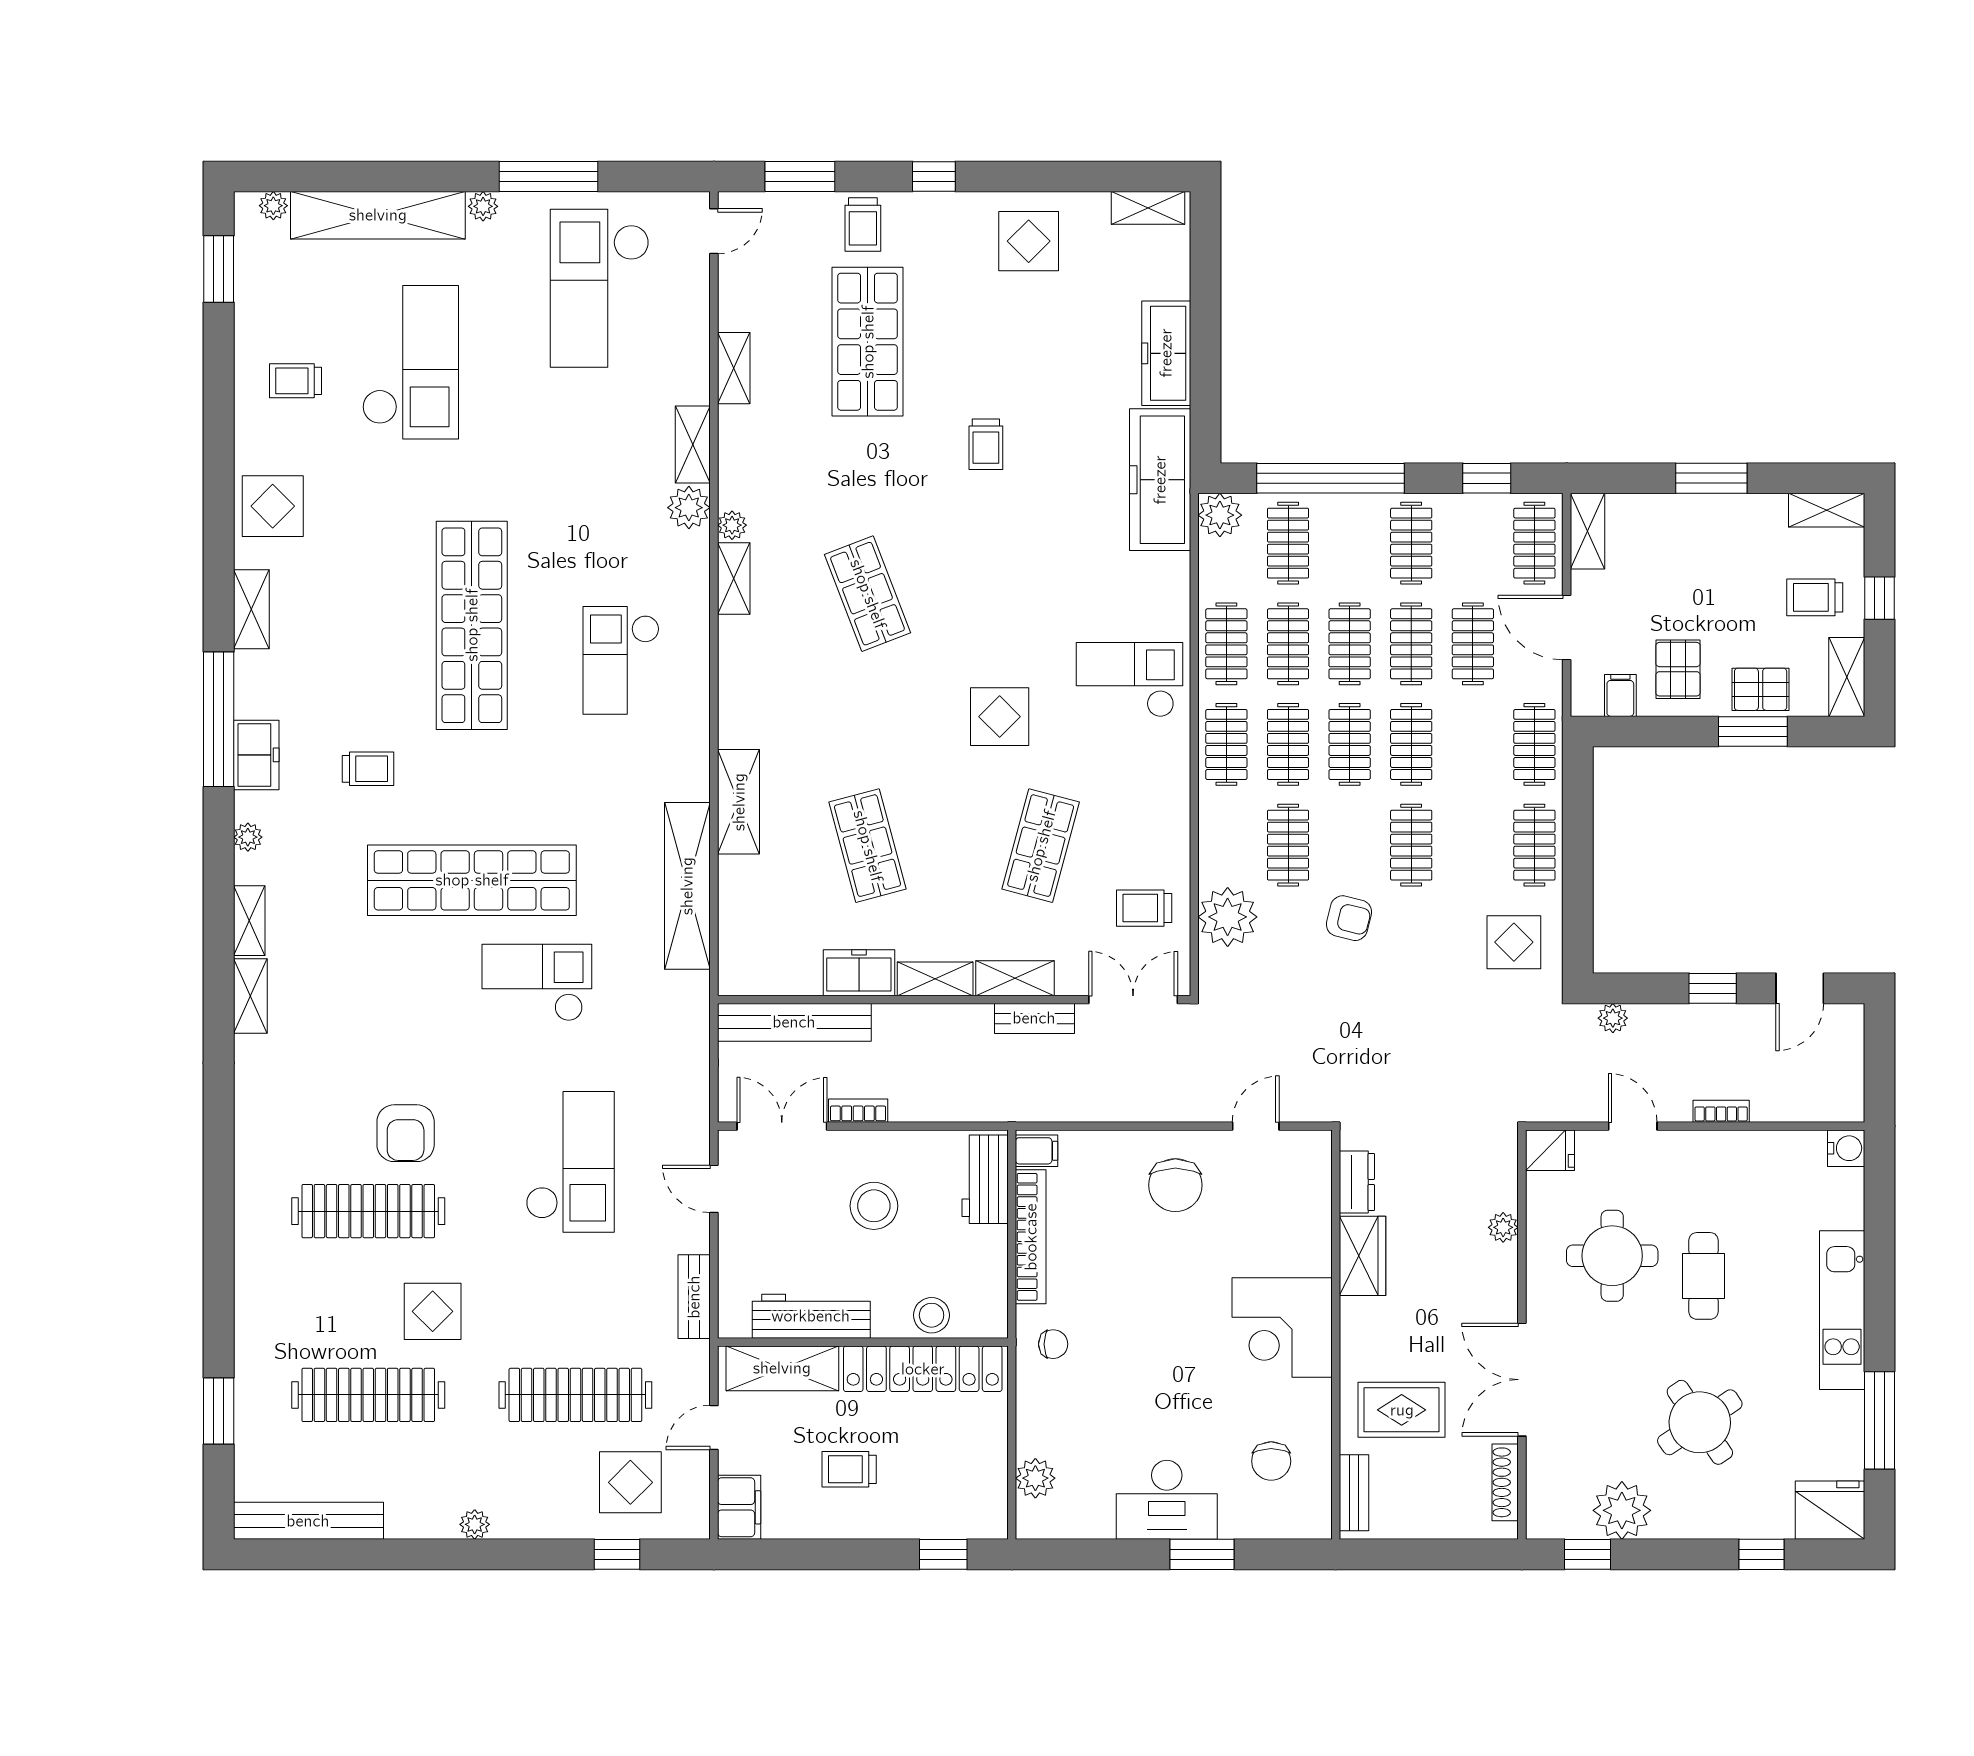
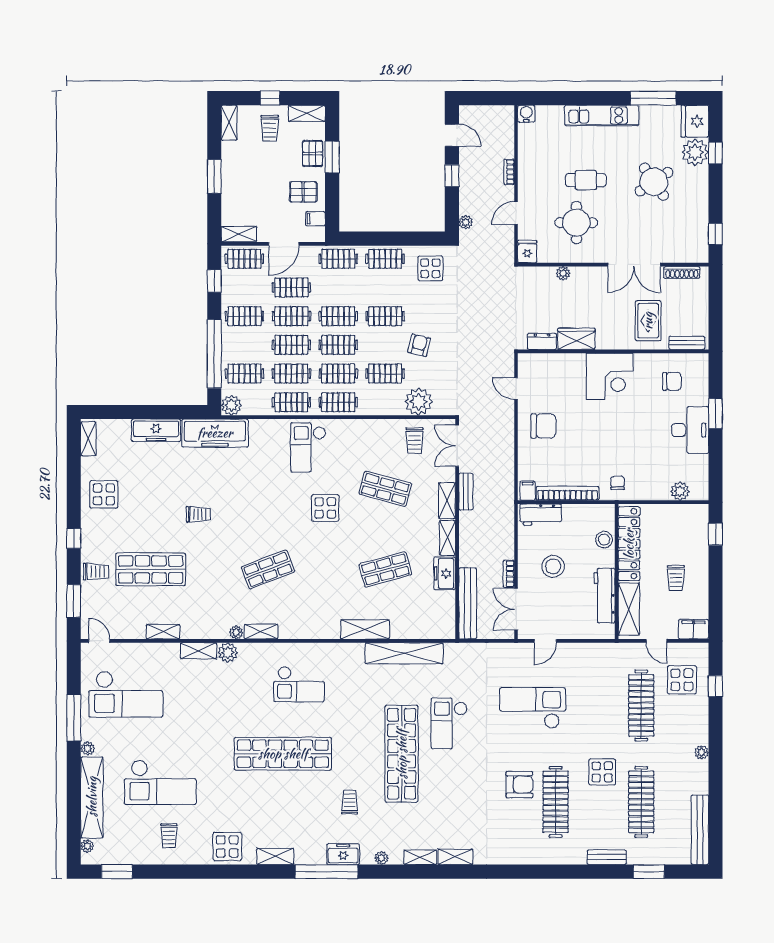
checkout: (410, 362) -> (160, 782), turned 180
bench: (694, 1297) -> (607, 857), moved
plant: (1622, 1510) -> (695, 152), moved

